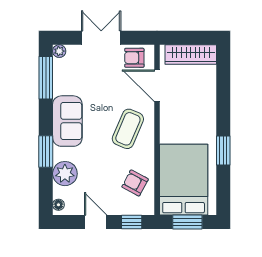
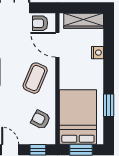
nightstand: (209, 96) -> (97, 53), added
window: (223, 150) -> (109, 105), moved

